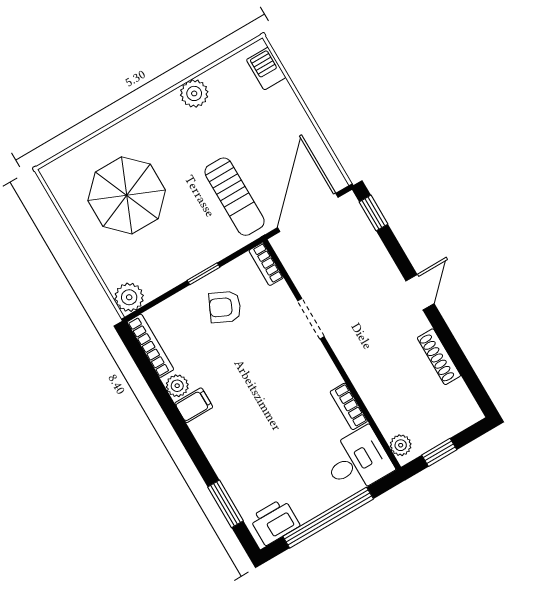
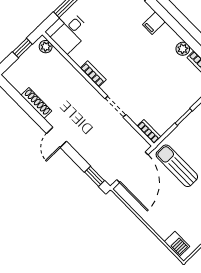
armchair: (225, 307) -> (167, 101), removed
filing cabinet: (194, 405) -> (154, 23), moved
bookcase: (349, 406) -> (93, 74), moved

